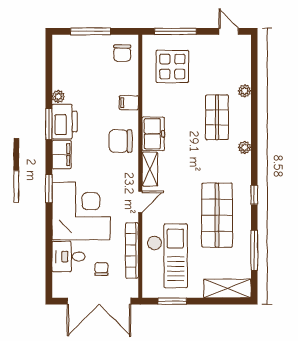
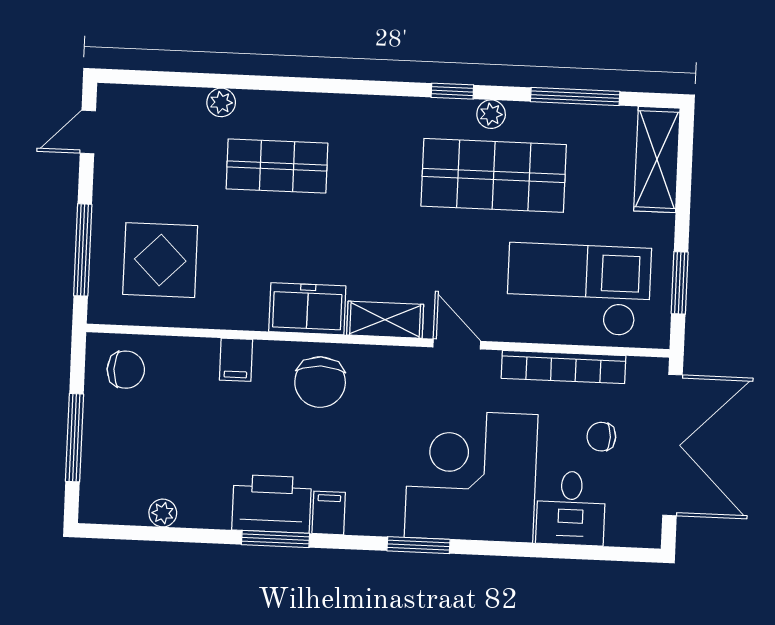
plant: (58, 96) -> (163, 513), moved
plant: (245, 147) -> (491, 114), moved
filing cabinet: (62, 155) -> (329, 513), width x0.50

